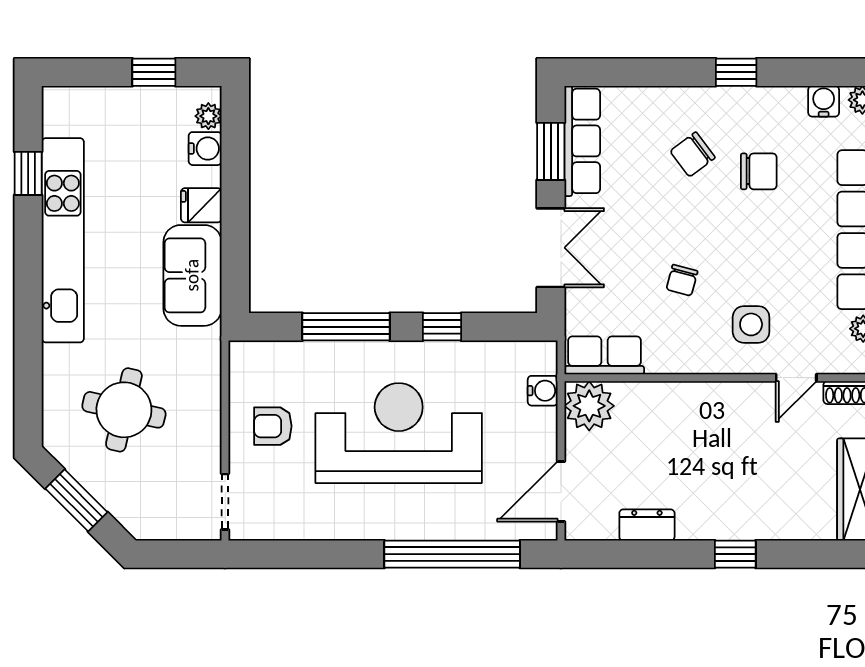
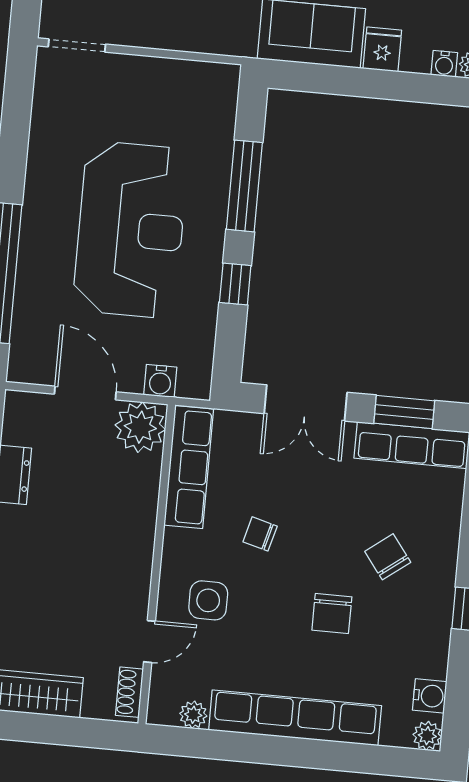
water cooler: (205, 149) -> (444, 64), width x0.72, depth x0.72
chair: (759, 171) -> (332, 613), moved
row of seats: (604, 355) -> (189, 467), width x1.48
door: (796, 378) -> (150, 642), swing flipped
armchair: (273, 426) -> (150, 102), removed
door: (561, 492) -> (85, 393), moved

